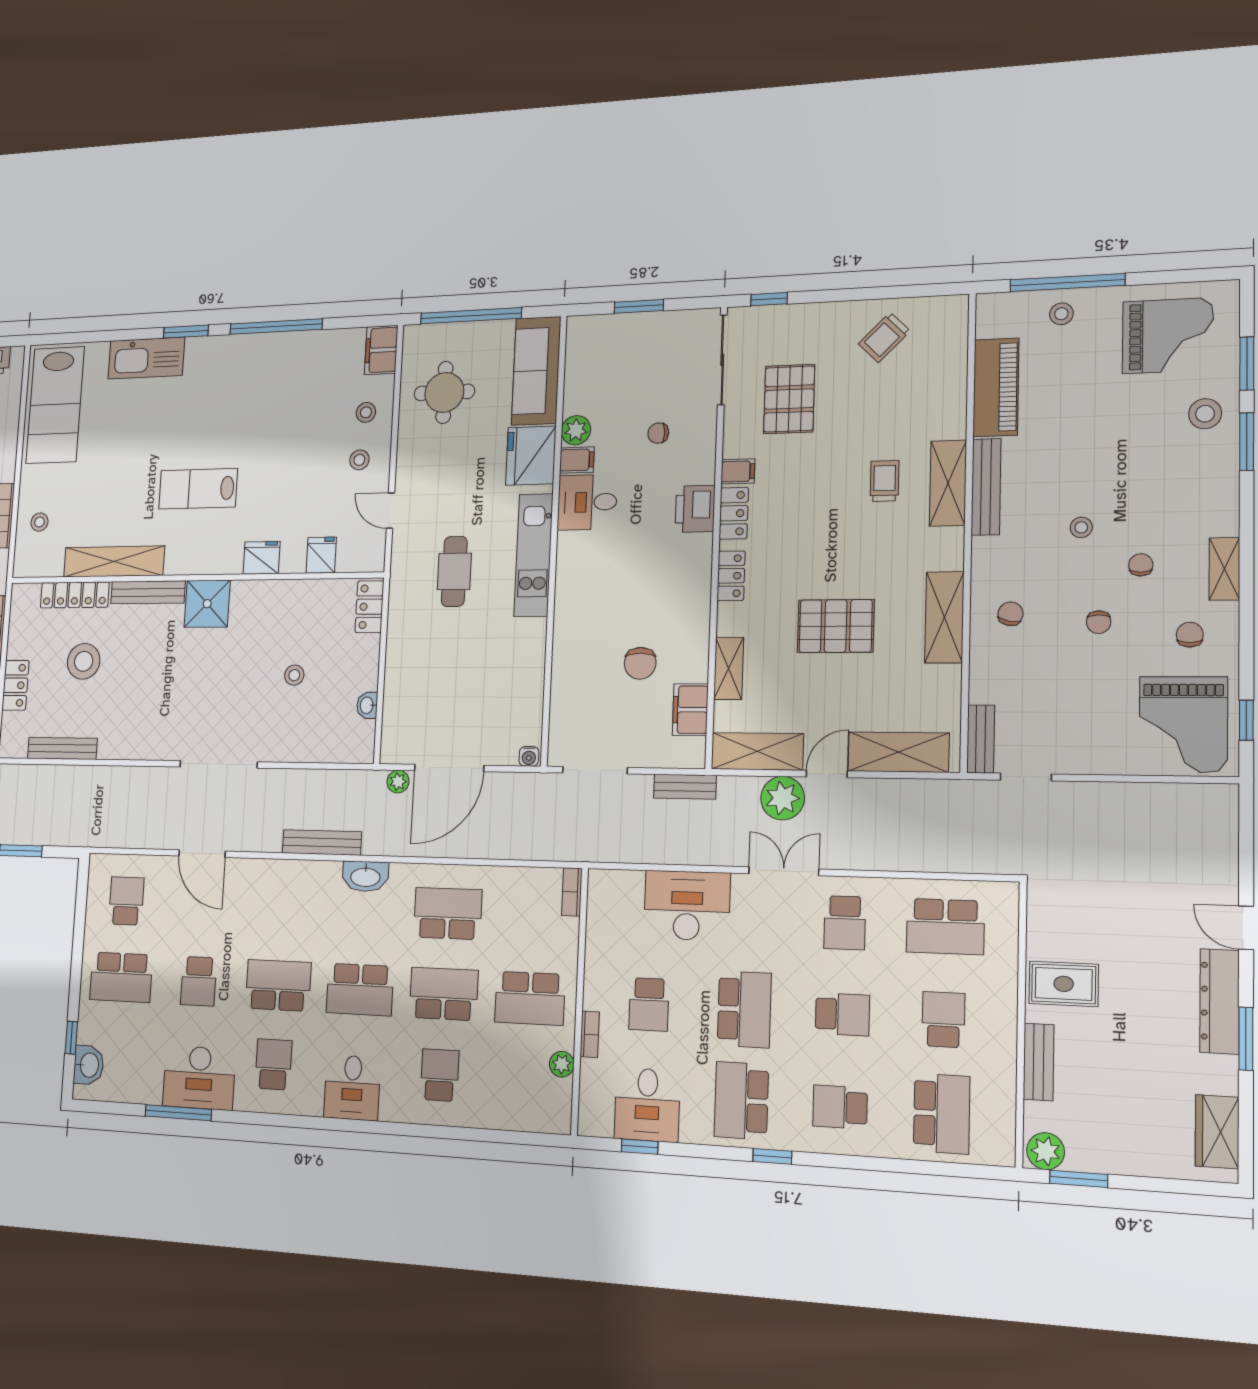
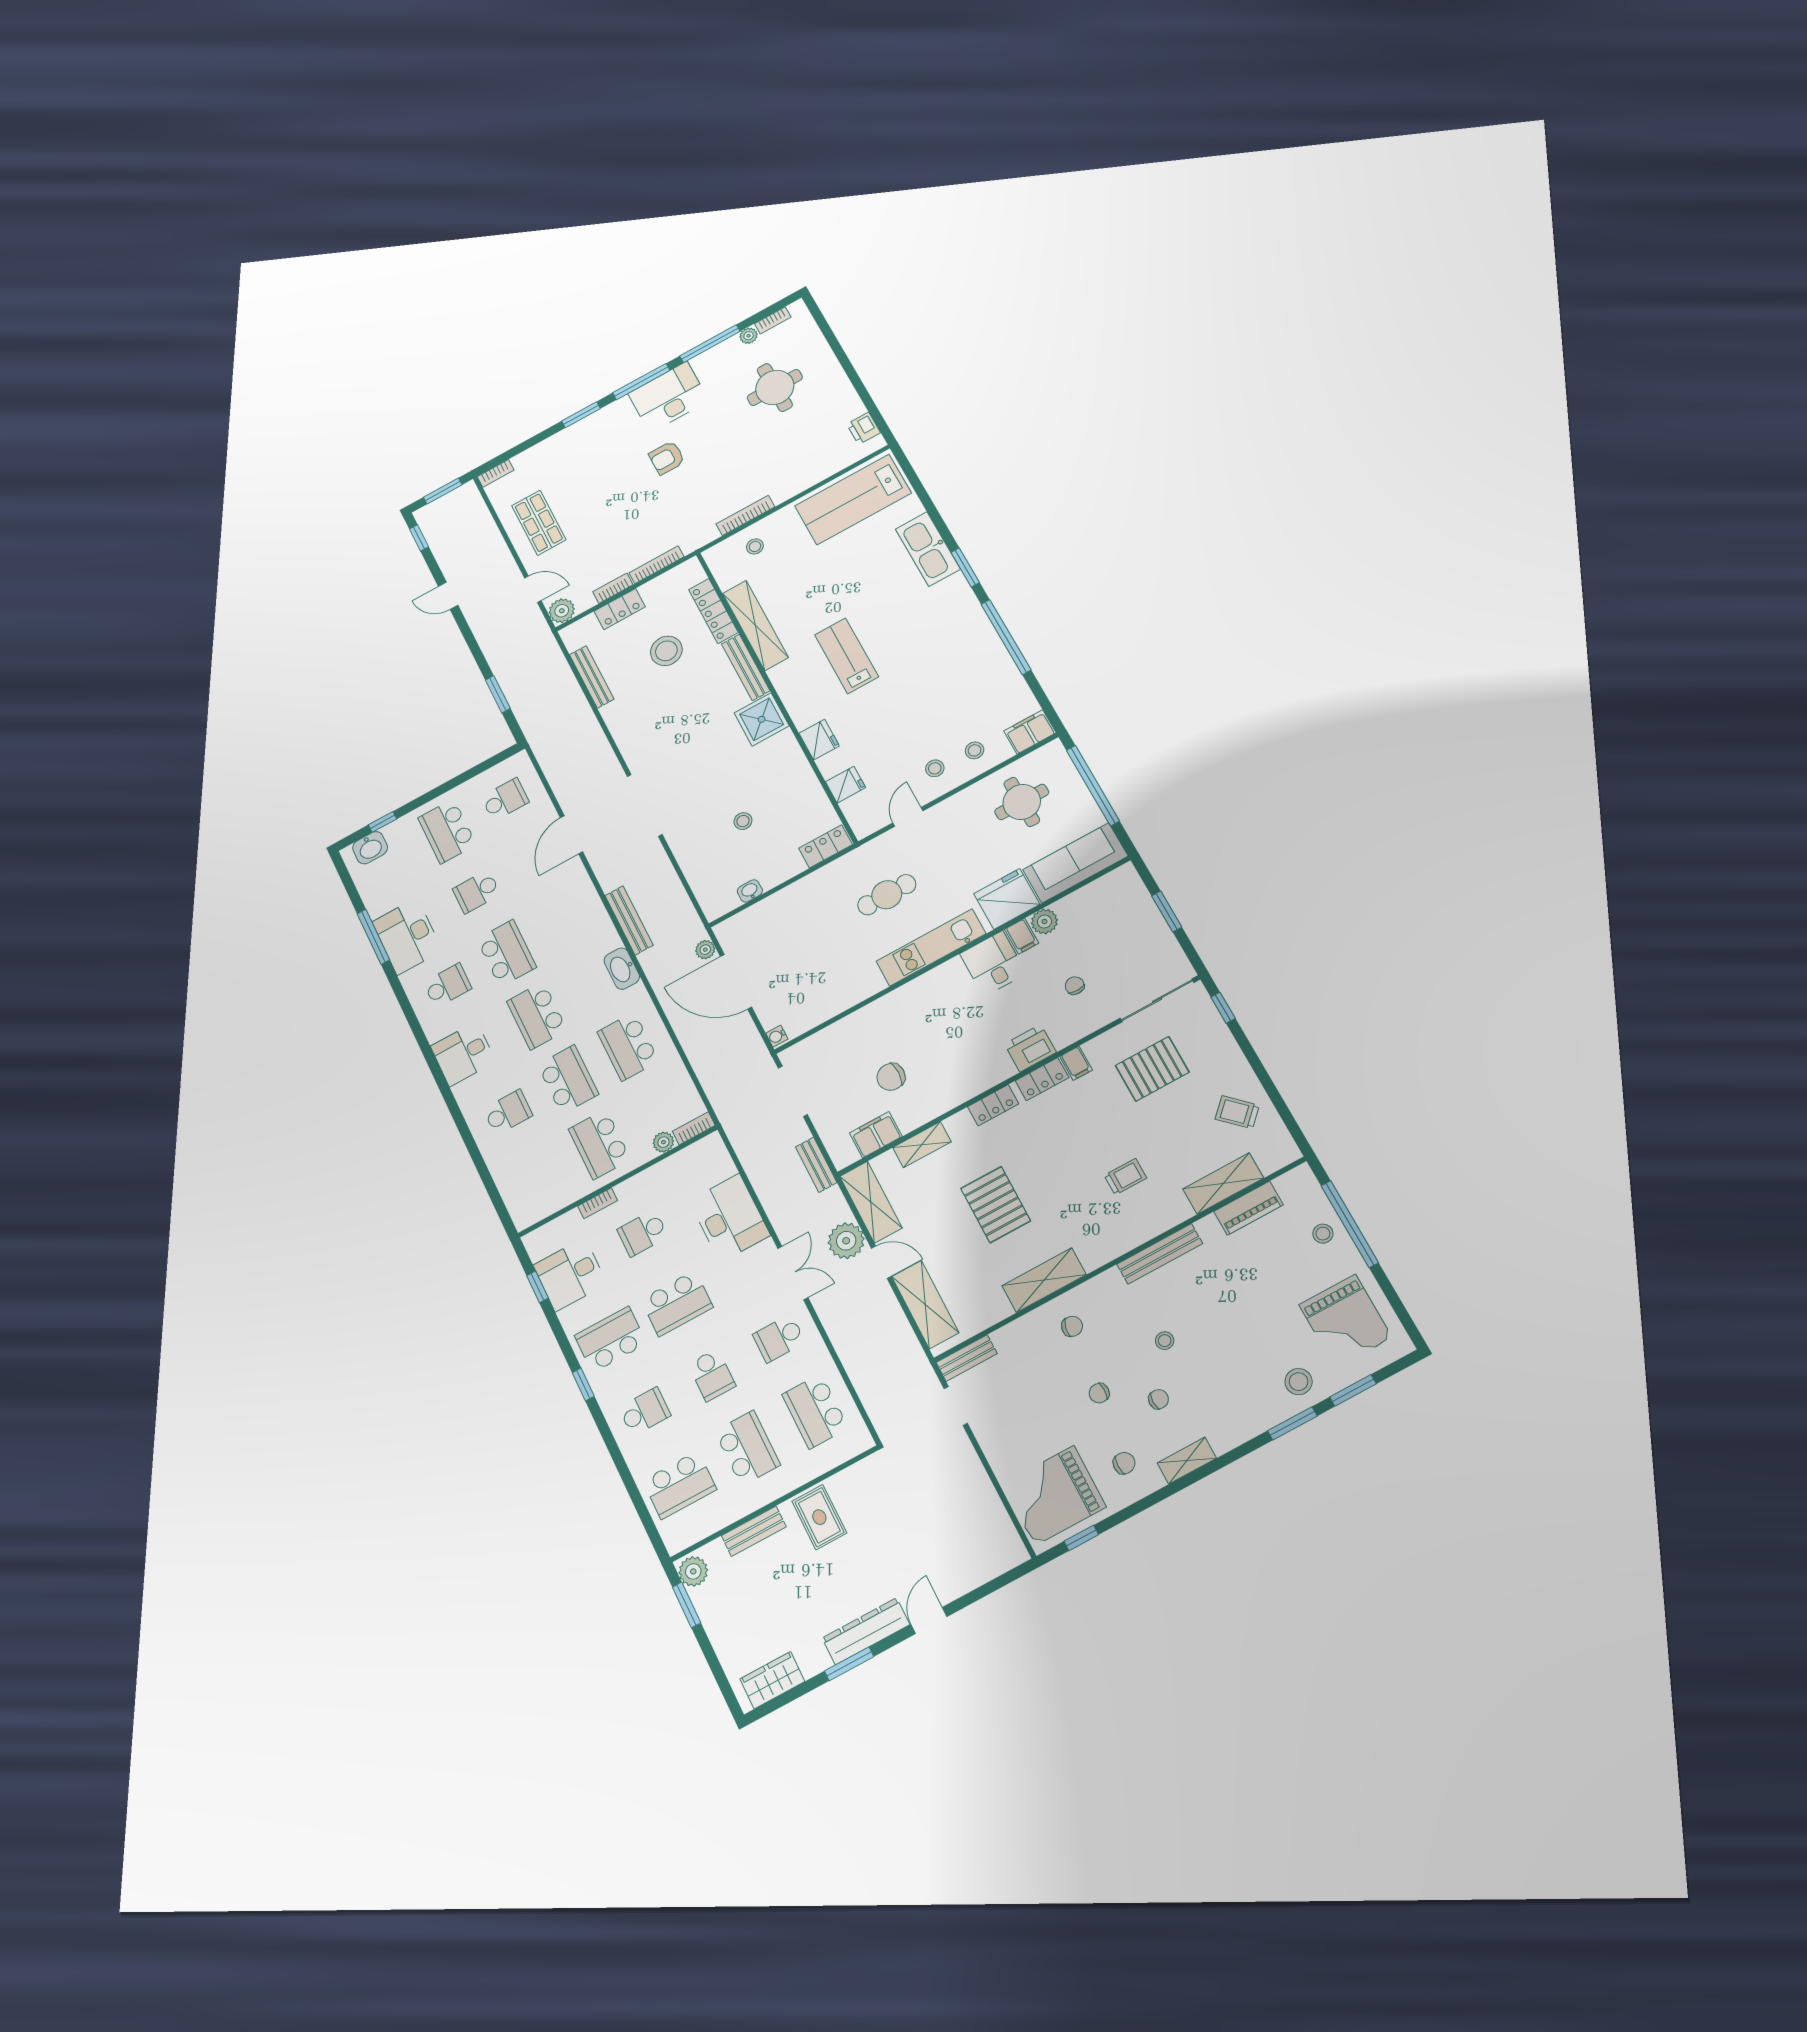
piano: (996, 387) -> (1249, 1208), width x0.73, depth x0.75
shelving: (948, 483) -> (1223, 1184), moved
school desk: (448, 913) -> (628, 1047), turned 180
school desk: (943, 1020) -> (747, 1448), width x1.85
plant: (562, 1064) -> (663, 1142), moved
school desk: (840, 1107) -> (645, 1412), turned 90

